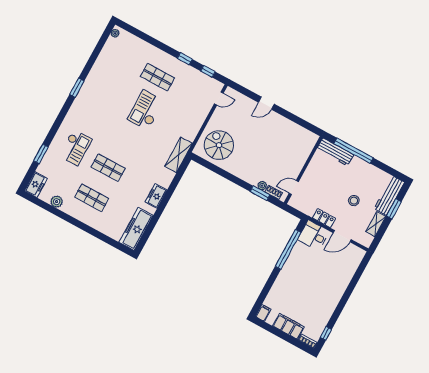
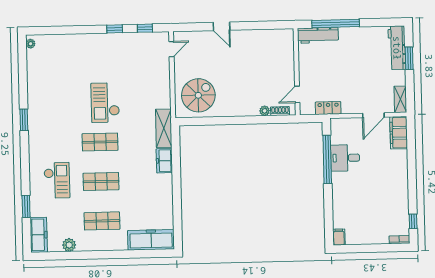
shop shelf: (157, 77) -> (100, 142), moved
door: (266, 103) -> (221, 26), hinge flipped
spiral stairs: (219, 145) -> (198, 95), turned 90
freezer: (36, 185) -> (39, 235), width x1.40
window: (260, 193) -> (267, 120), removed
freezer: (156, 196) -> (164, 161), moved
stool: (354, 201) -> (365, 73), removed
locker: (324, 218) -> (328, 108), moved
shelving: (376, 224) -> (400, 99), moved
freezer: (136, 229) -> (151, 240), moved, turned 90
desk: (314, 235) -> (345, 158), moved
filing cabinet: (289, 326) -> (399, 133), moved, turned -90

